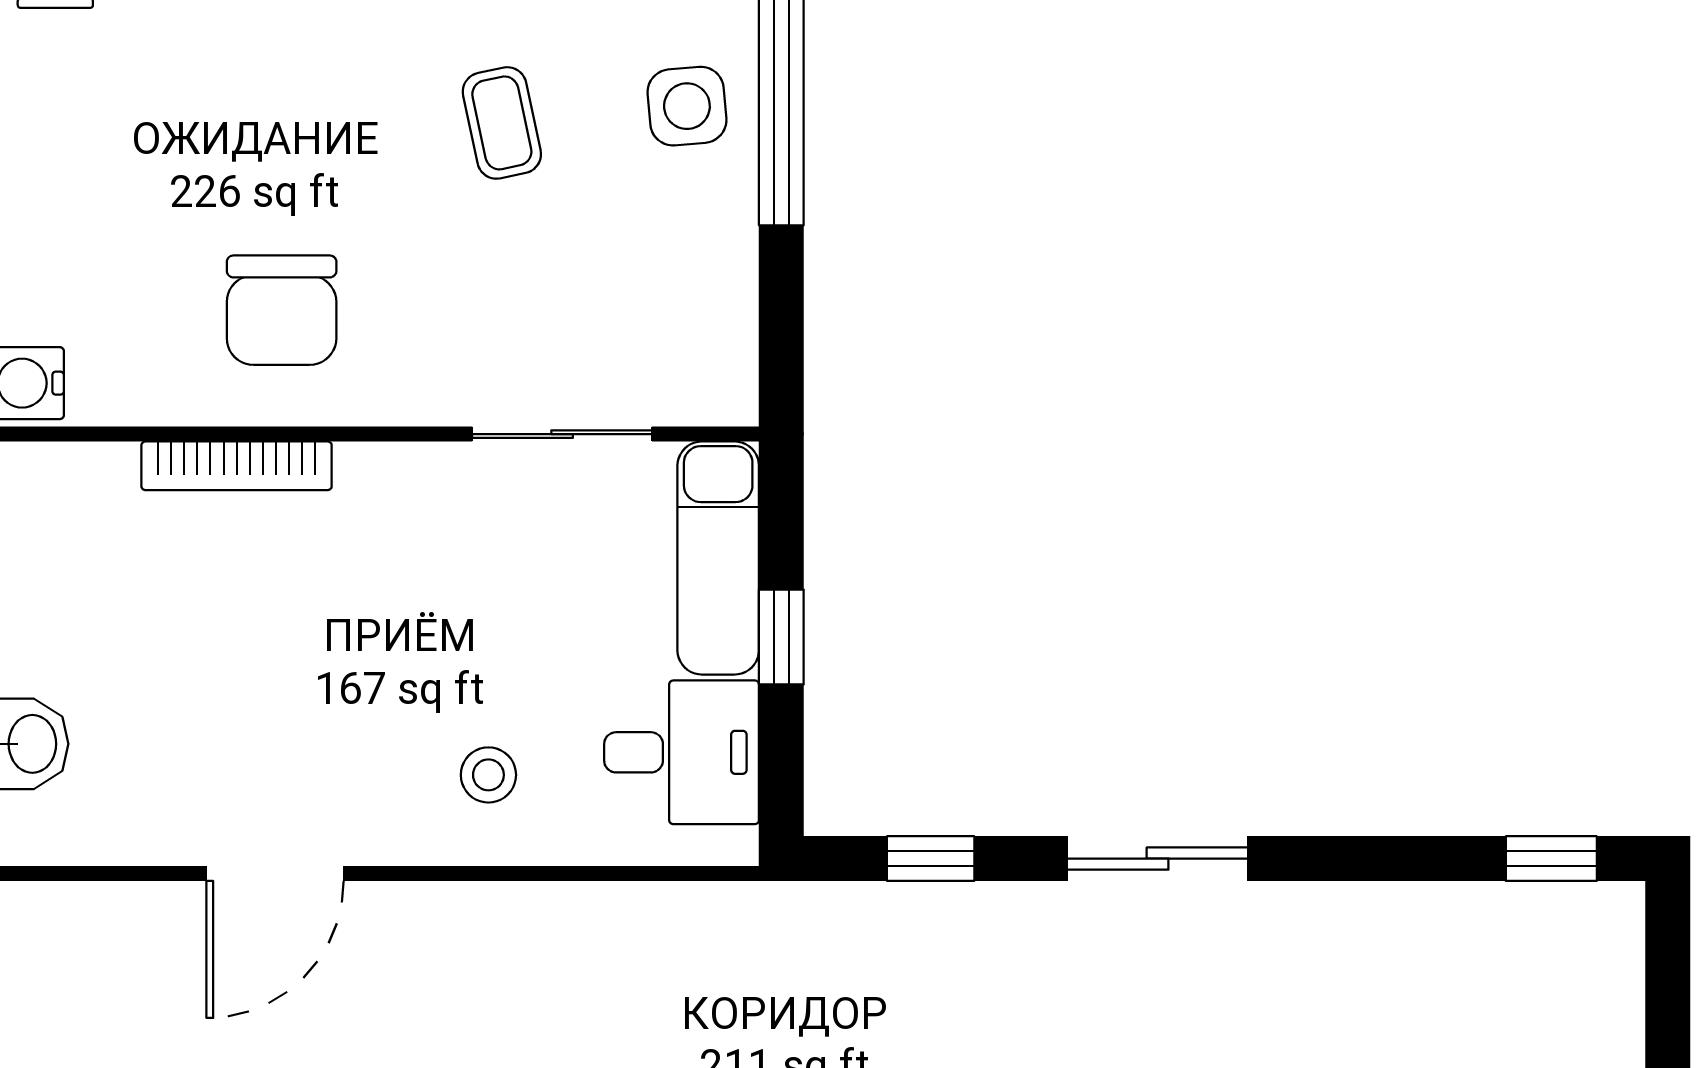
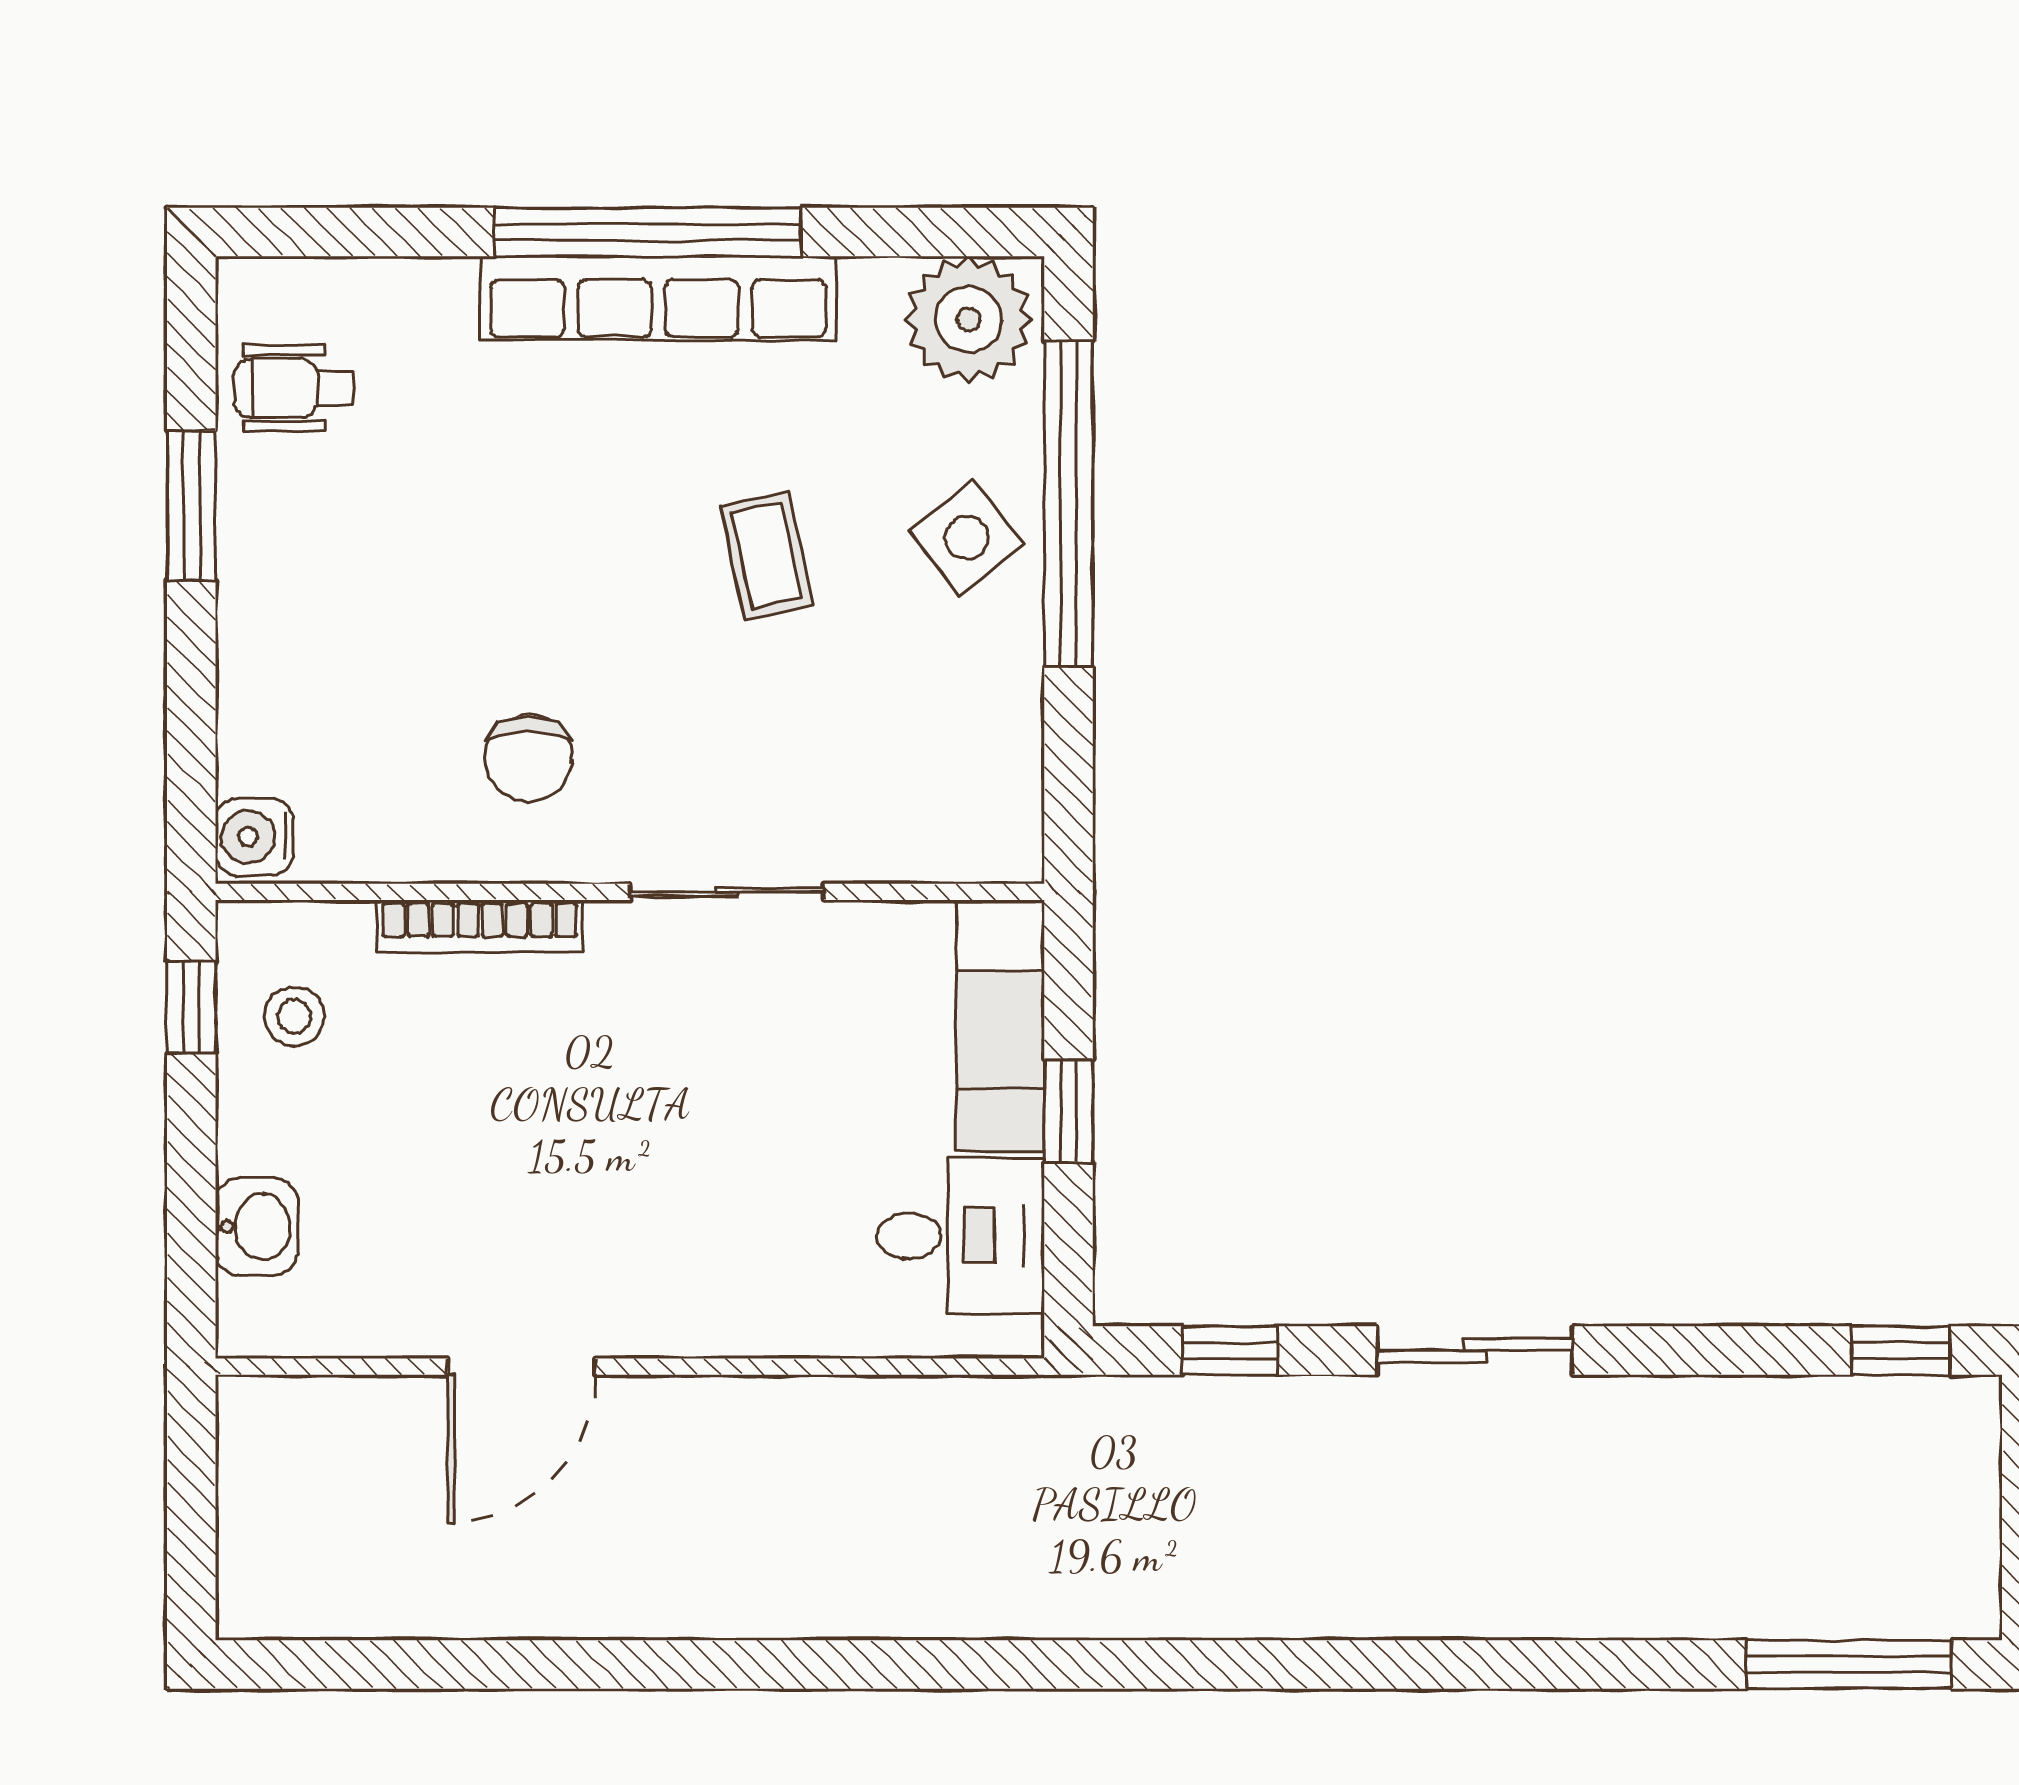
side table: (687, 106) -> (967, 538), turned -33
chair: (282, 310) -> (528, 758), width x0.73, depth x0.73
sliding door: (562, 434) -> (727, 892), moved
stool: (488, 775) -> (294, 1016), moved

